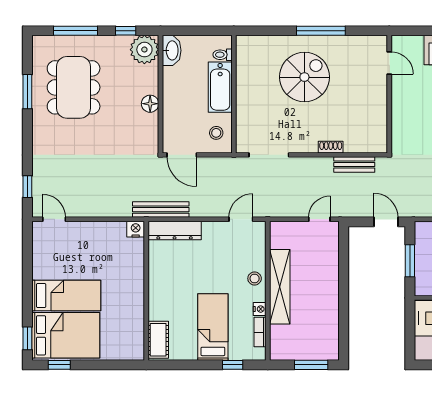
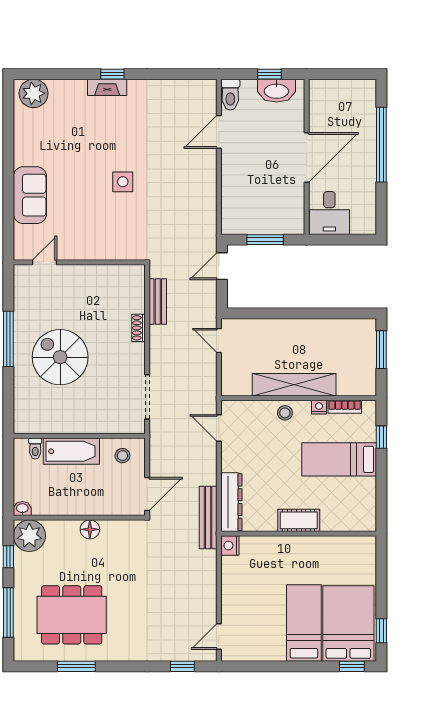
washbasin: (172, 50) -> (22, 509), width x0.52, depth x0.69
cot: (158, 340) -> (299, 520), moved

